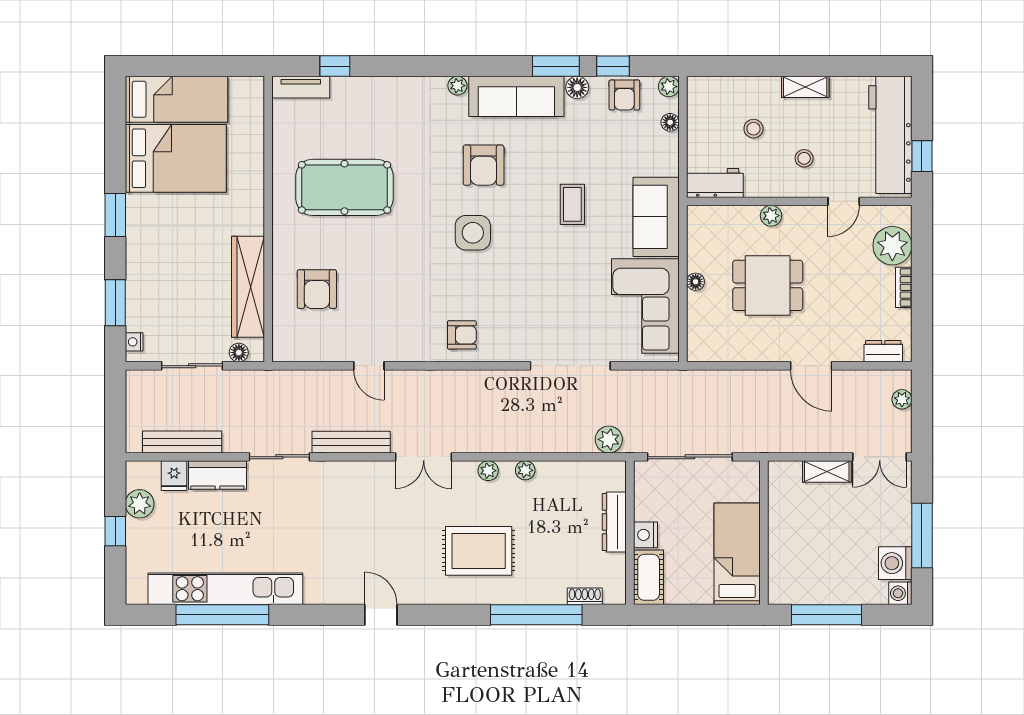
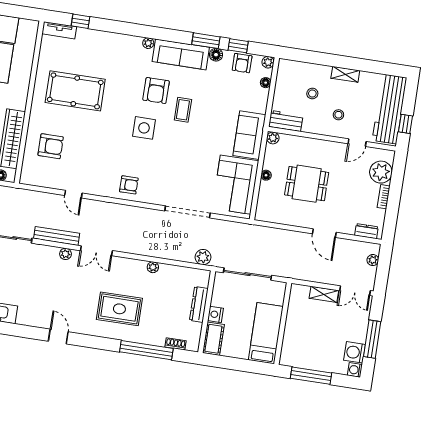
coffee table: (572, 204) -> (183, 110), moved
plant: (771, 216) -> (273, 138), moved
armchair: (317, 289) -> (51, 146), turned -90
plant: (488, 471) -> (66, 254), moved

